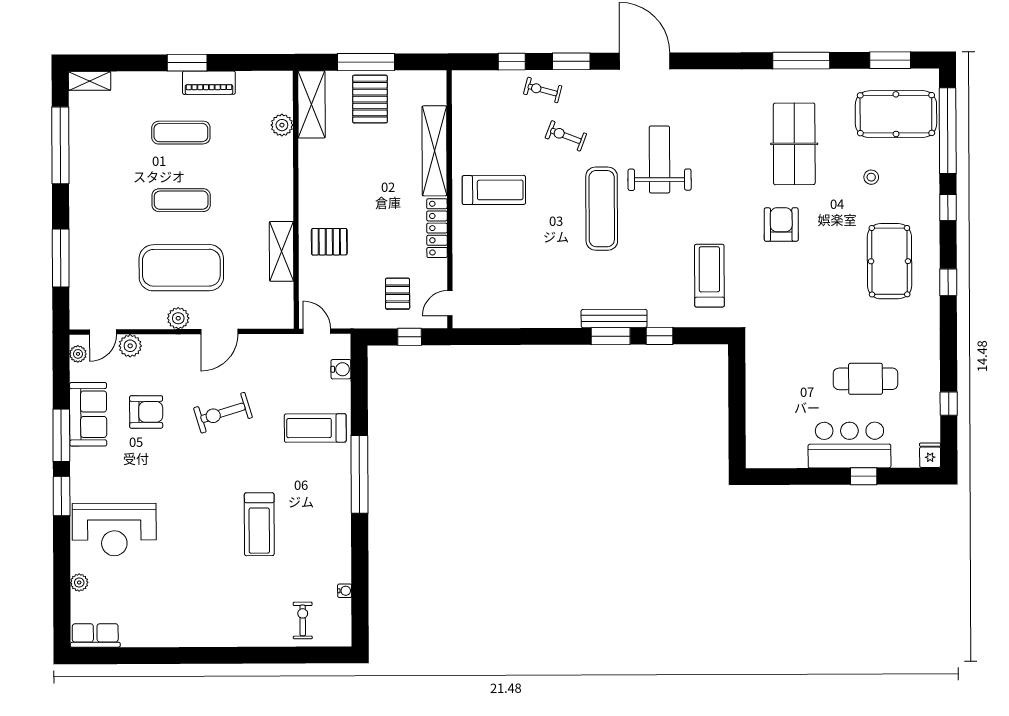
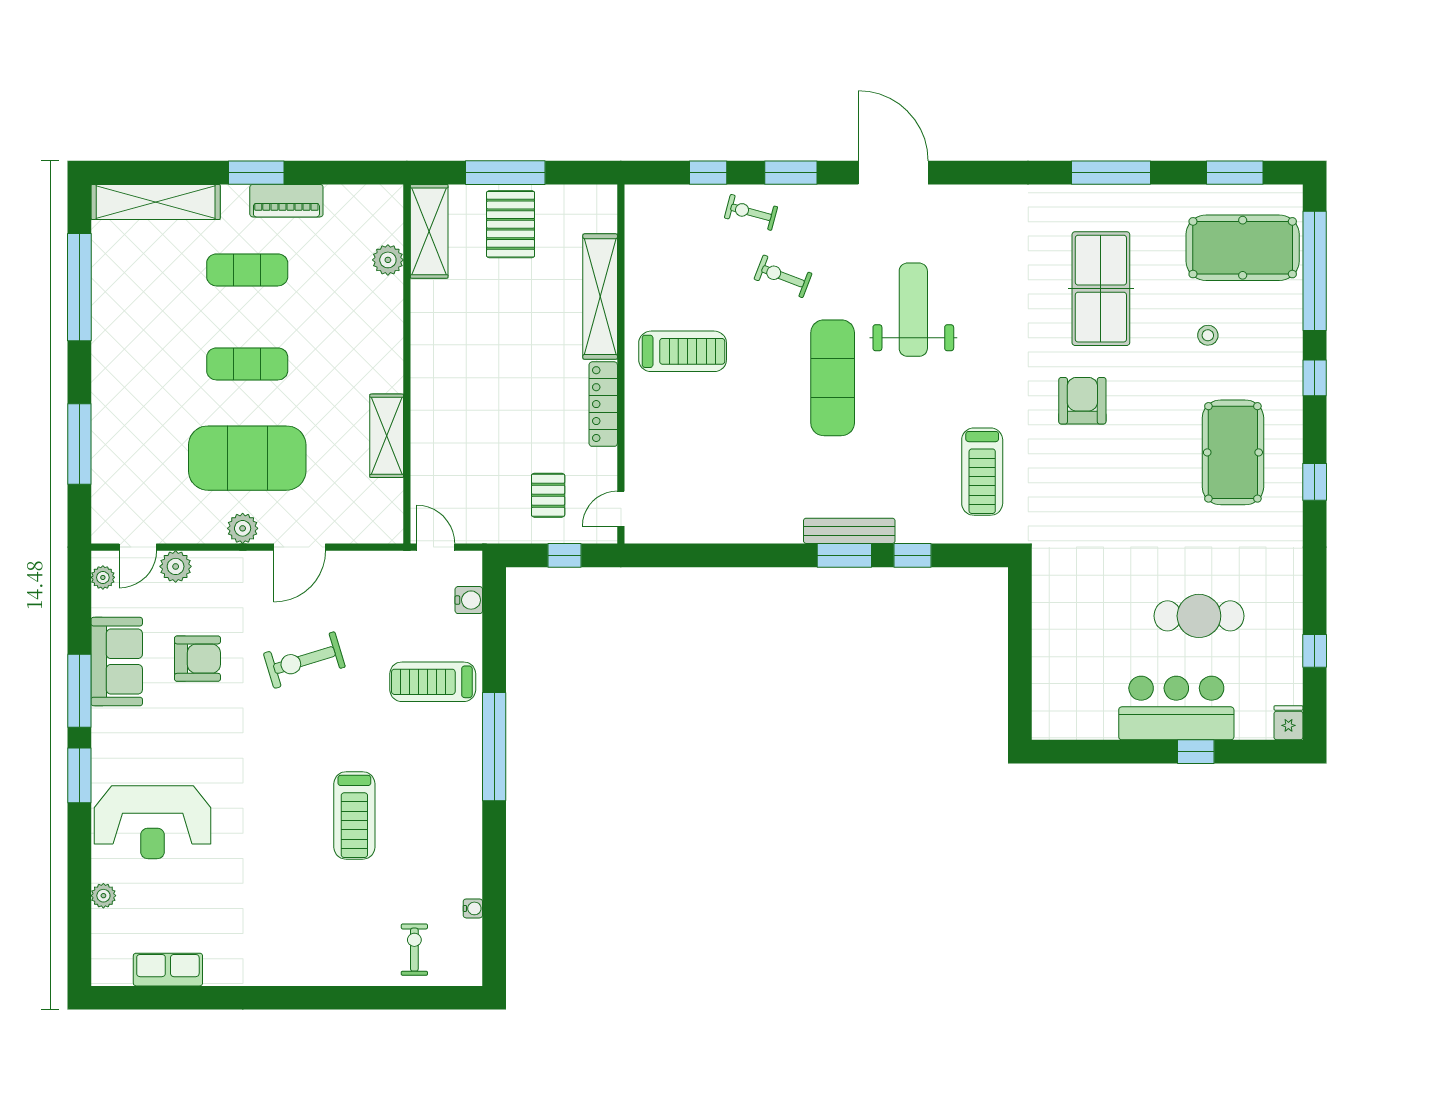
shelving: (90, 81) -> (156, 202), width x2.20, depth x1.33
pallet: (329, 242) -> (453, 423), removed
treadmill: (709, 276) -> (982, 472), turned 180
row of seats: (95, 635) -> (168, 970), moved

